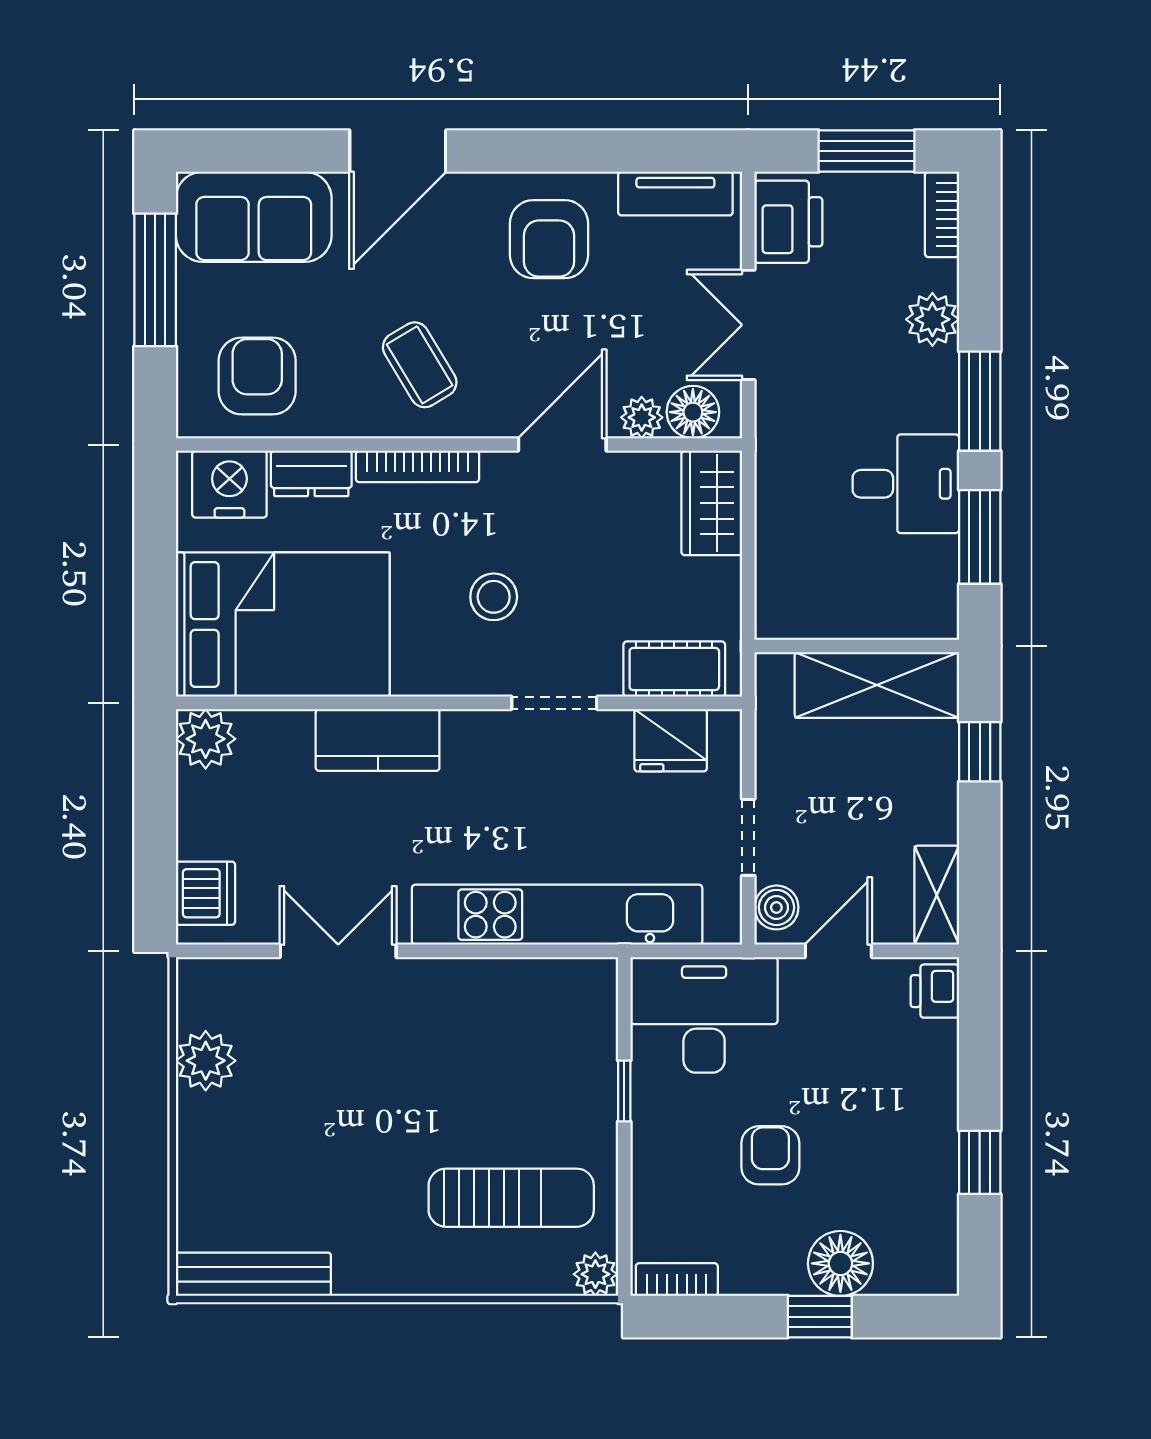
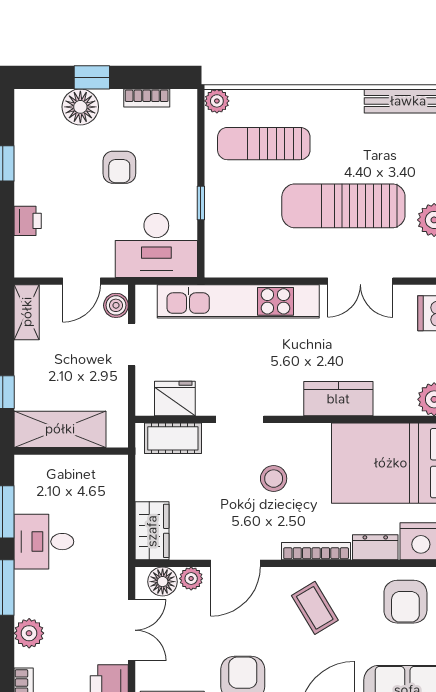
printer: (935, 991) -> (28, 221), moved
sun lounger: (368, 1086) -> (343, 206), added
bookcase: (677, 1280) -> (147, 98), moved

